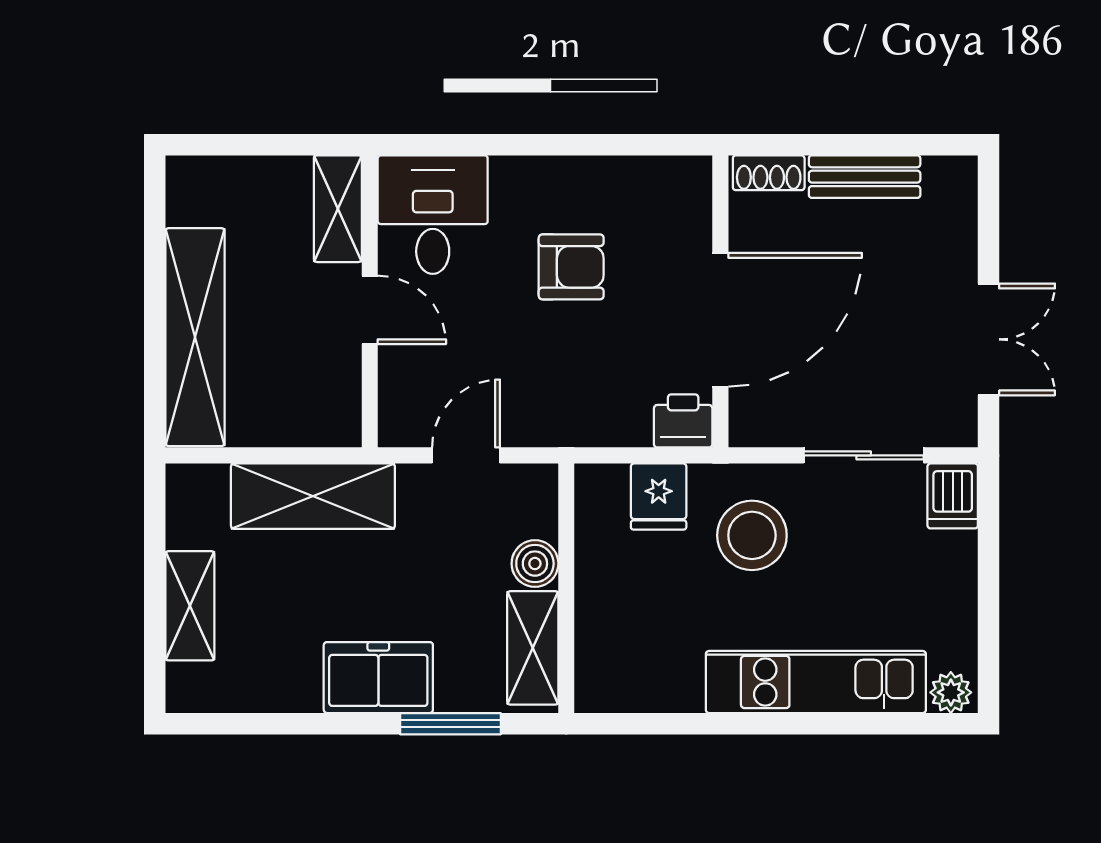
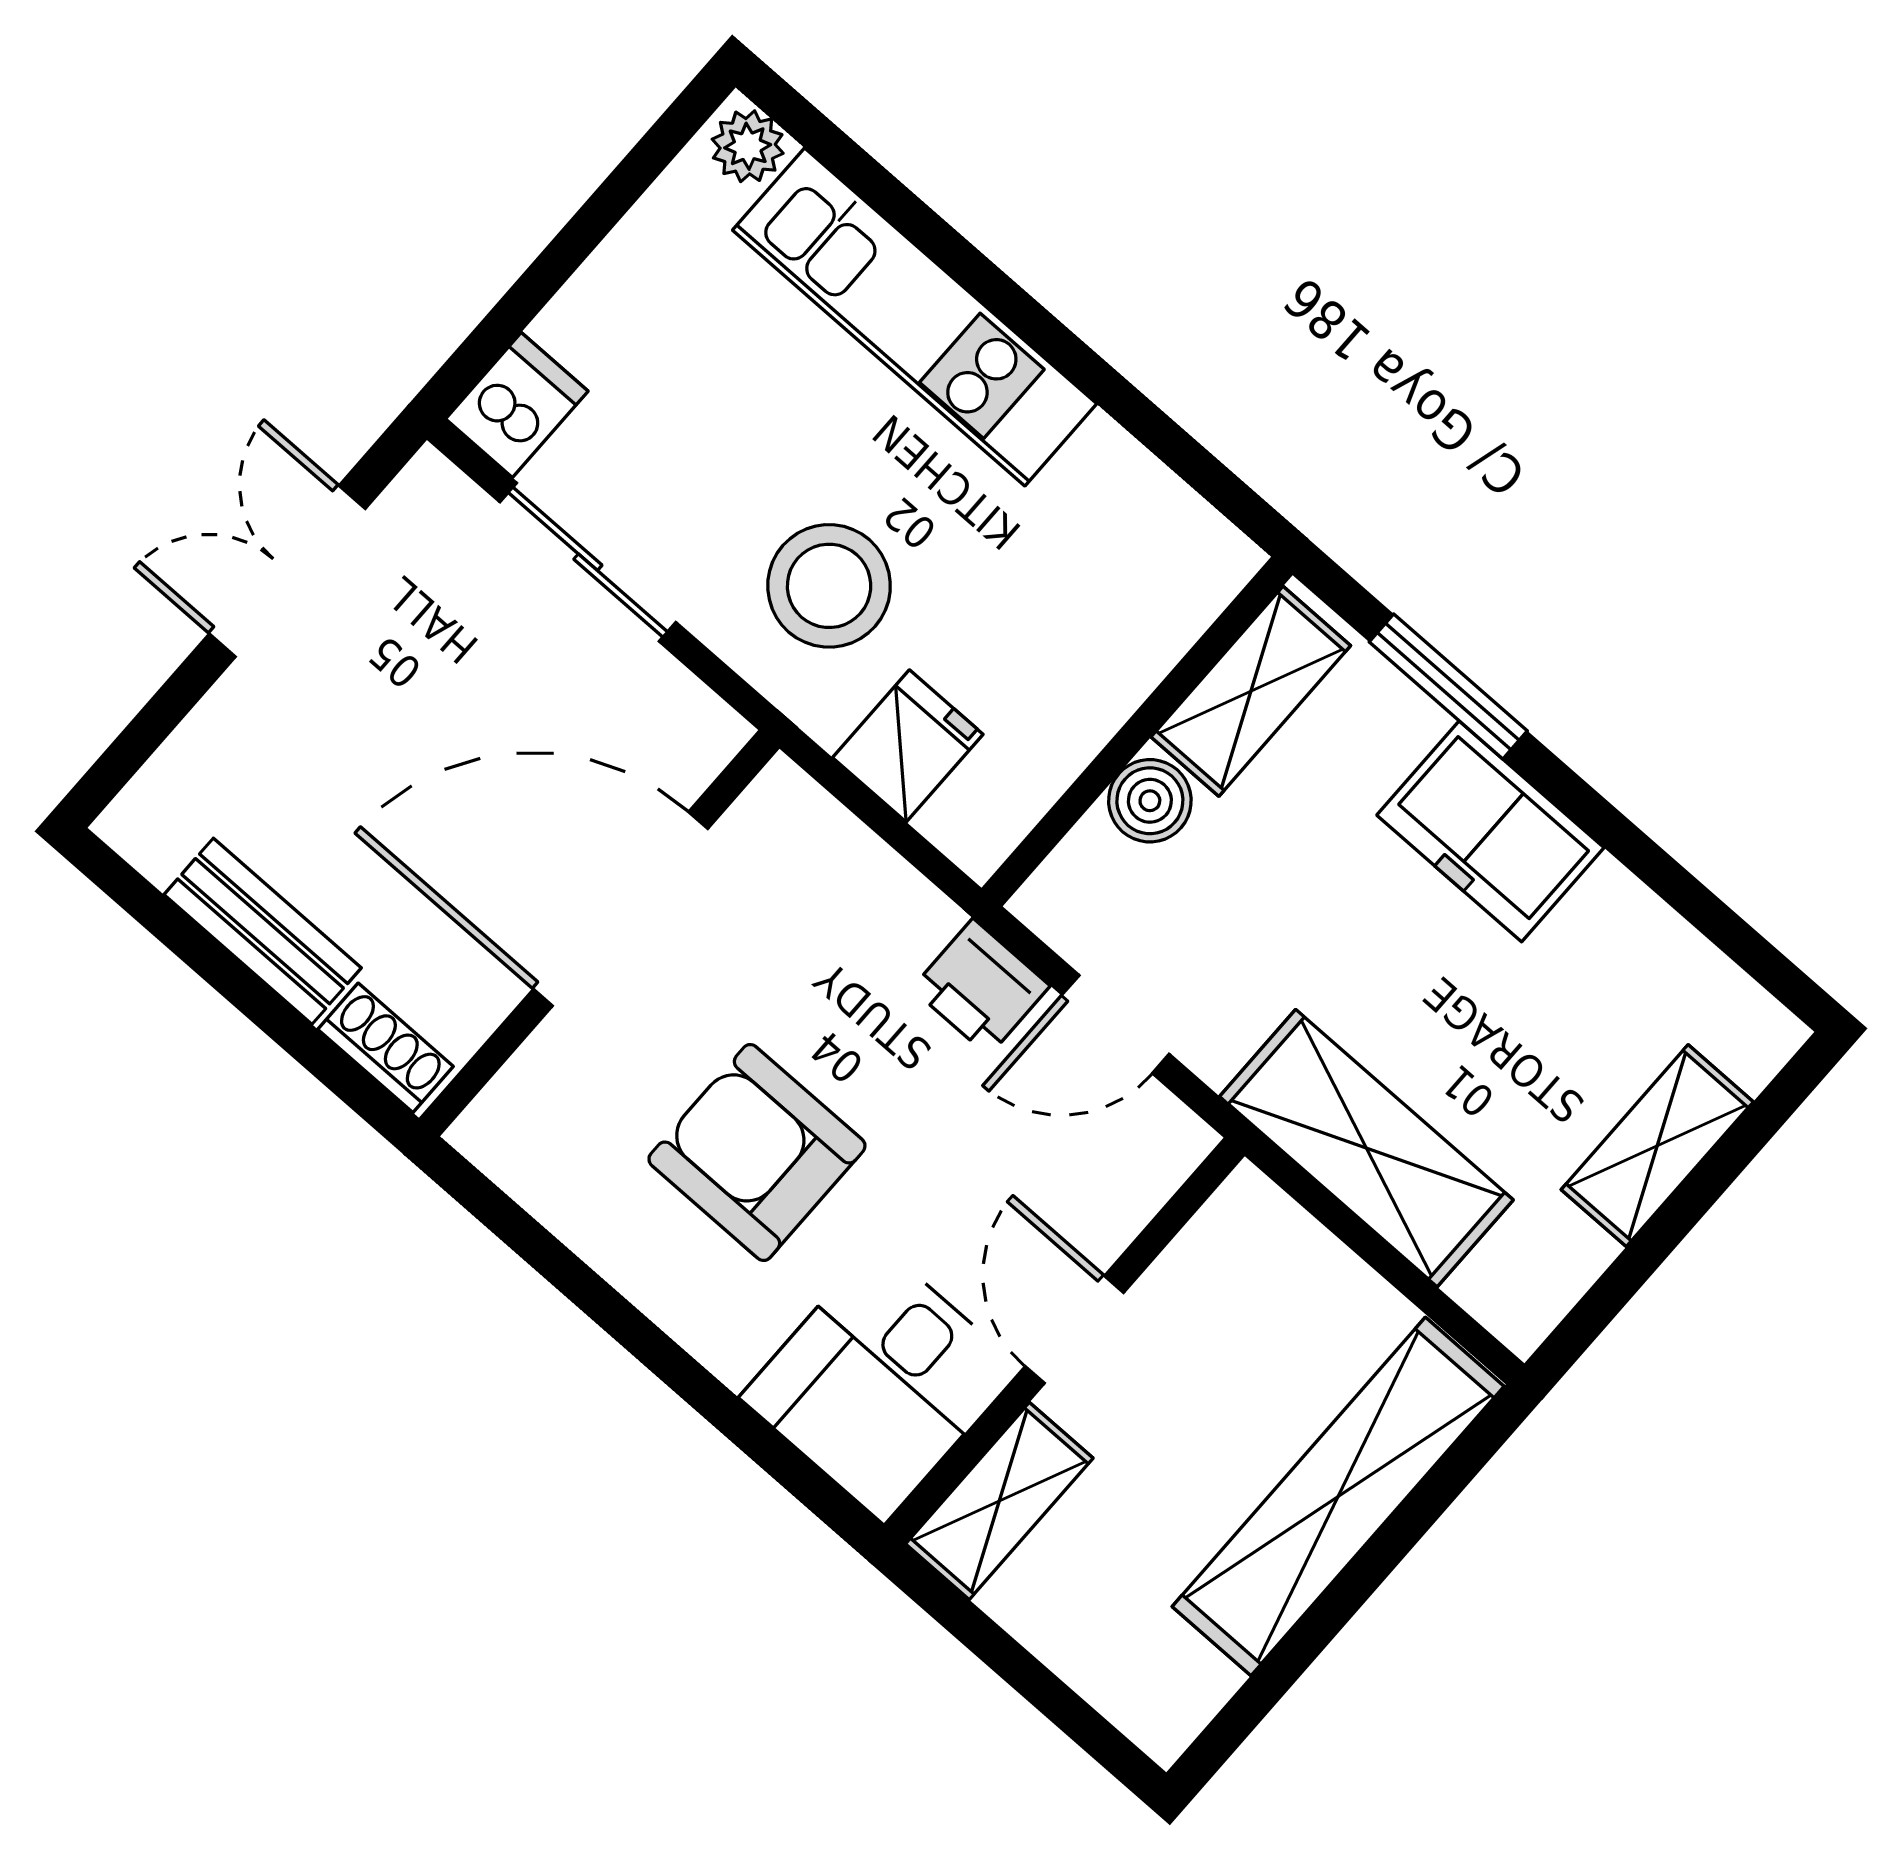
armchair: (571, 267) -> (757, 1152), width x1.38, depth x1.38
printer: (683, 421) -> (981, 987), moved

